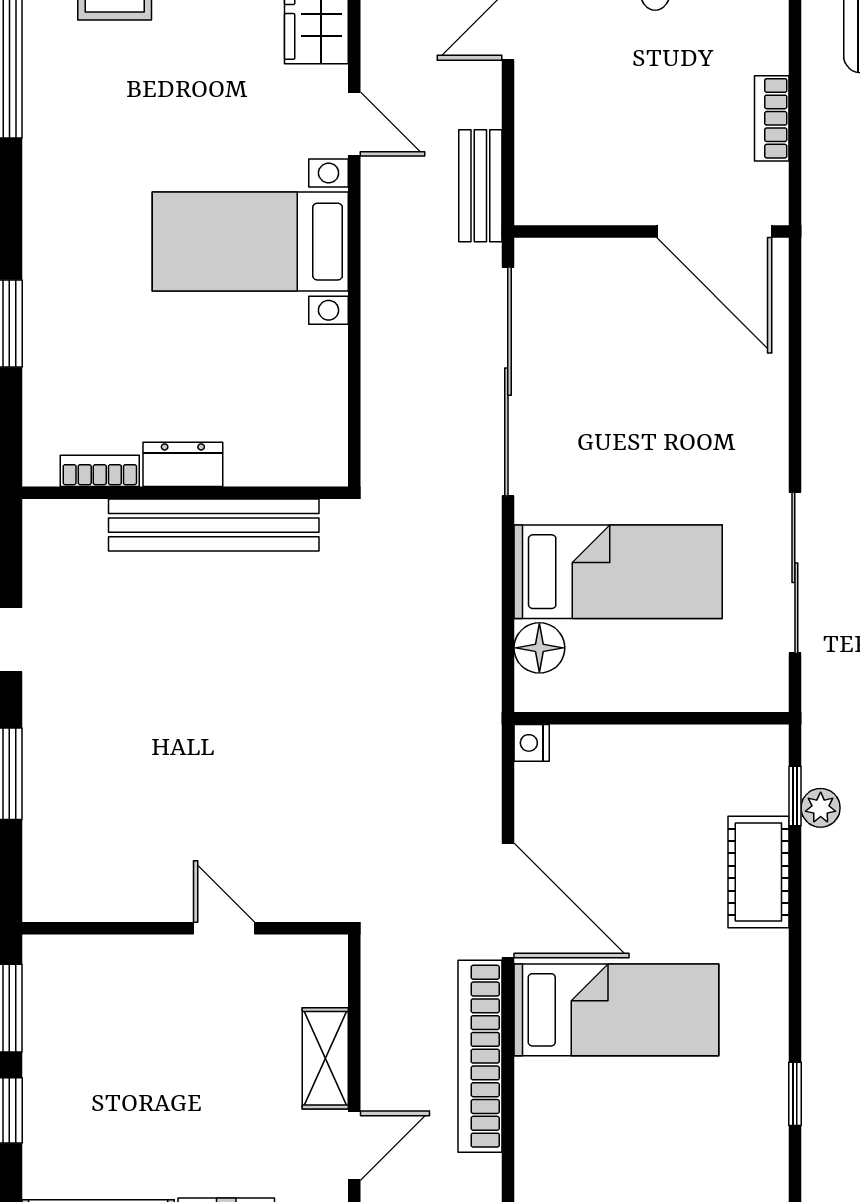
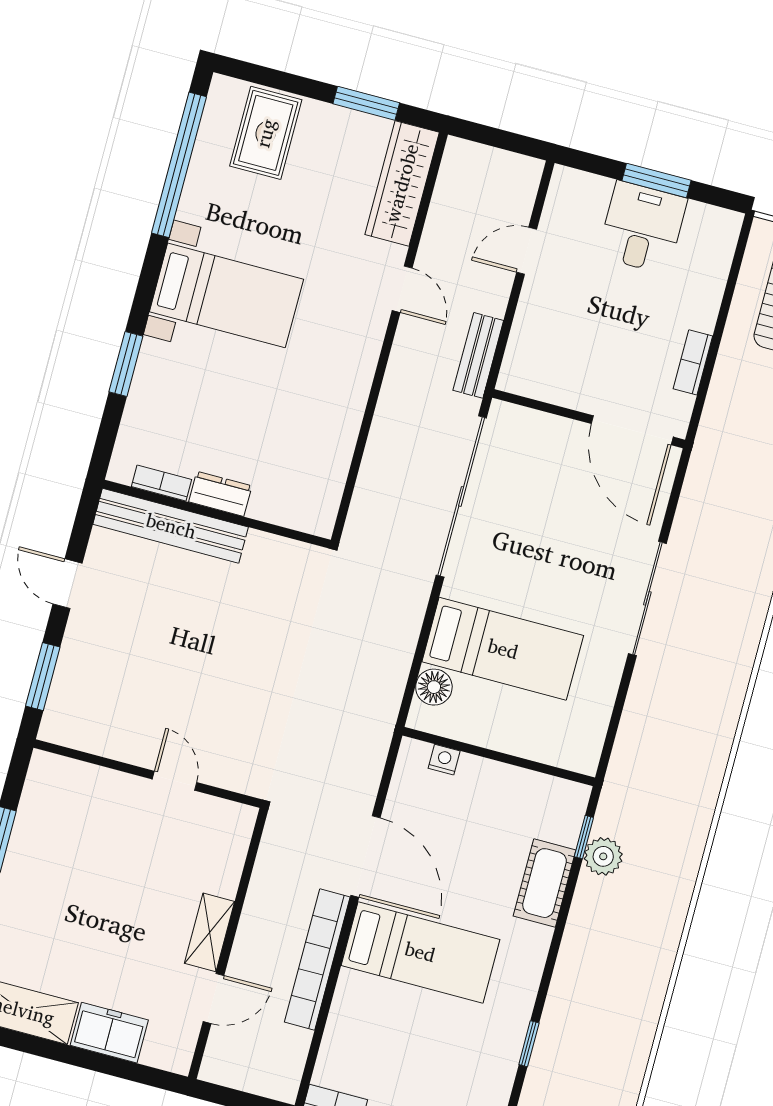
bed with nightstands: (250, 242) -> (226, 295), moved, turned 180
bench: (214, 525) -> (171, 526), moved
sliding door: (795, 573) -> (647, 598), moved
nightstand: (532, 743) -> (444, 760), moved, turned 90
plant: (821, 808) -> (603, 856), width x1.38, depth x1.38
wall: (185, 928) -> (148, 774), moved
door: (224, 928) -> (175, 781), moved

